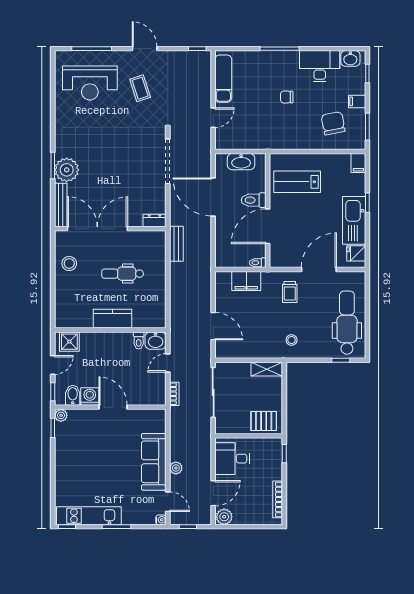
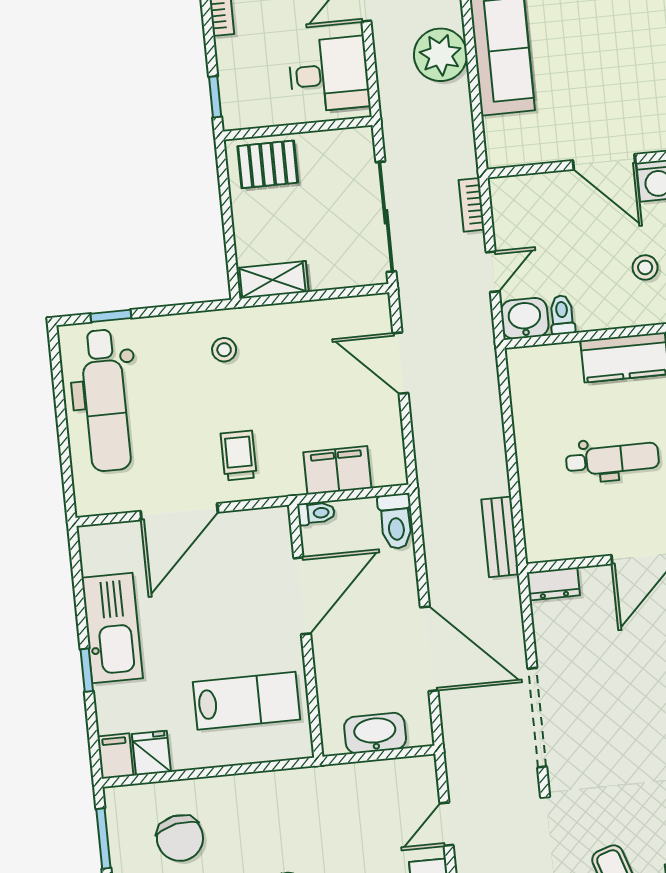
toilet: (254, 200) -> (396, 521), moved, turned 90
fridge: (356, 253) -> (151, 753), moved, turned -90
stool: (99, 358) -> (645, 267), added
plant: (176, 468) -> (440, 55), width x1.87, depth x1.87

